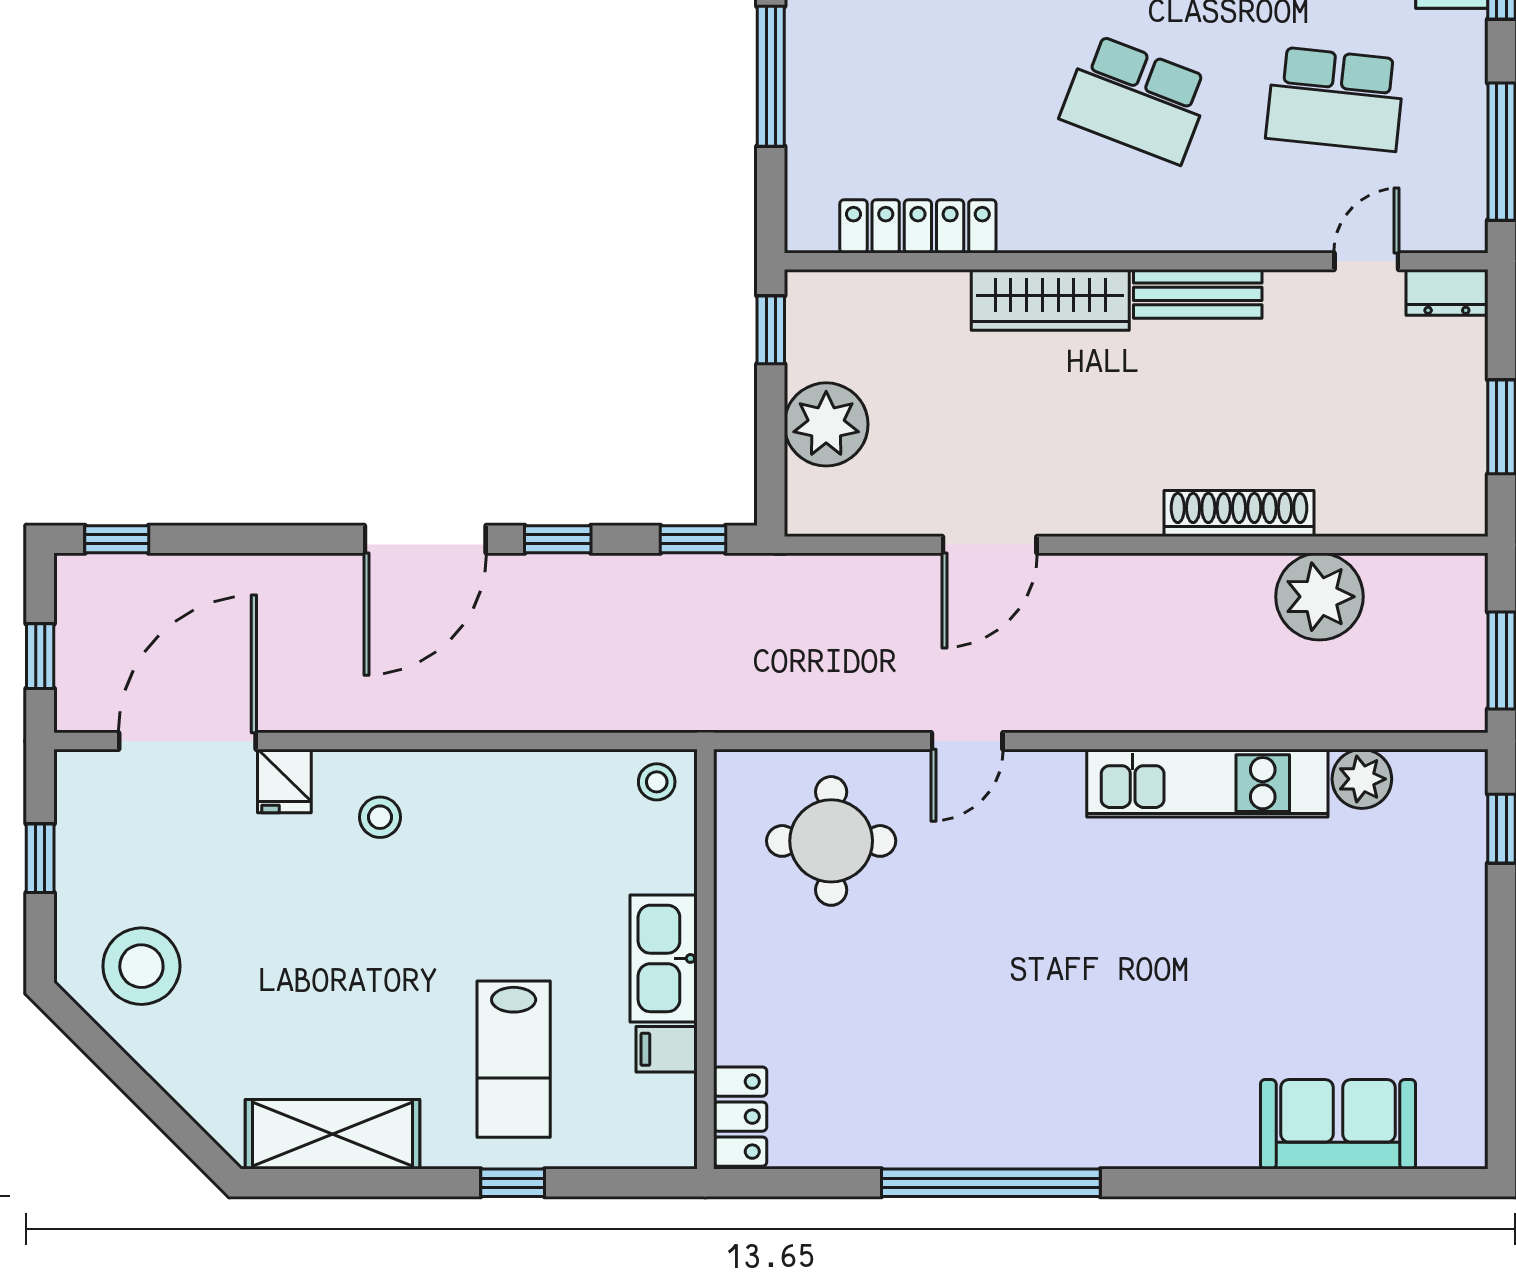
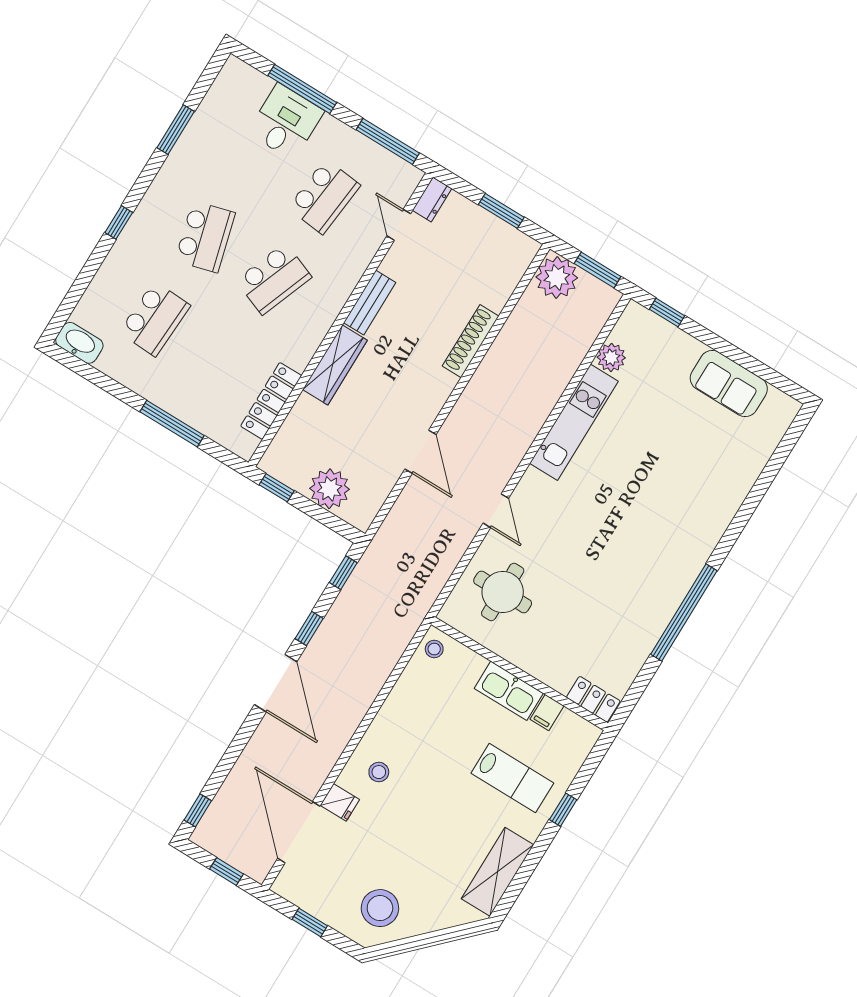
plant: (1319, 597) -> (557, 277), moved
sofa: (1338, 1124) -> (729, 384), moved, turned -90

